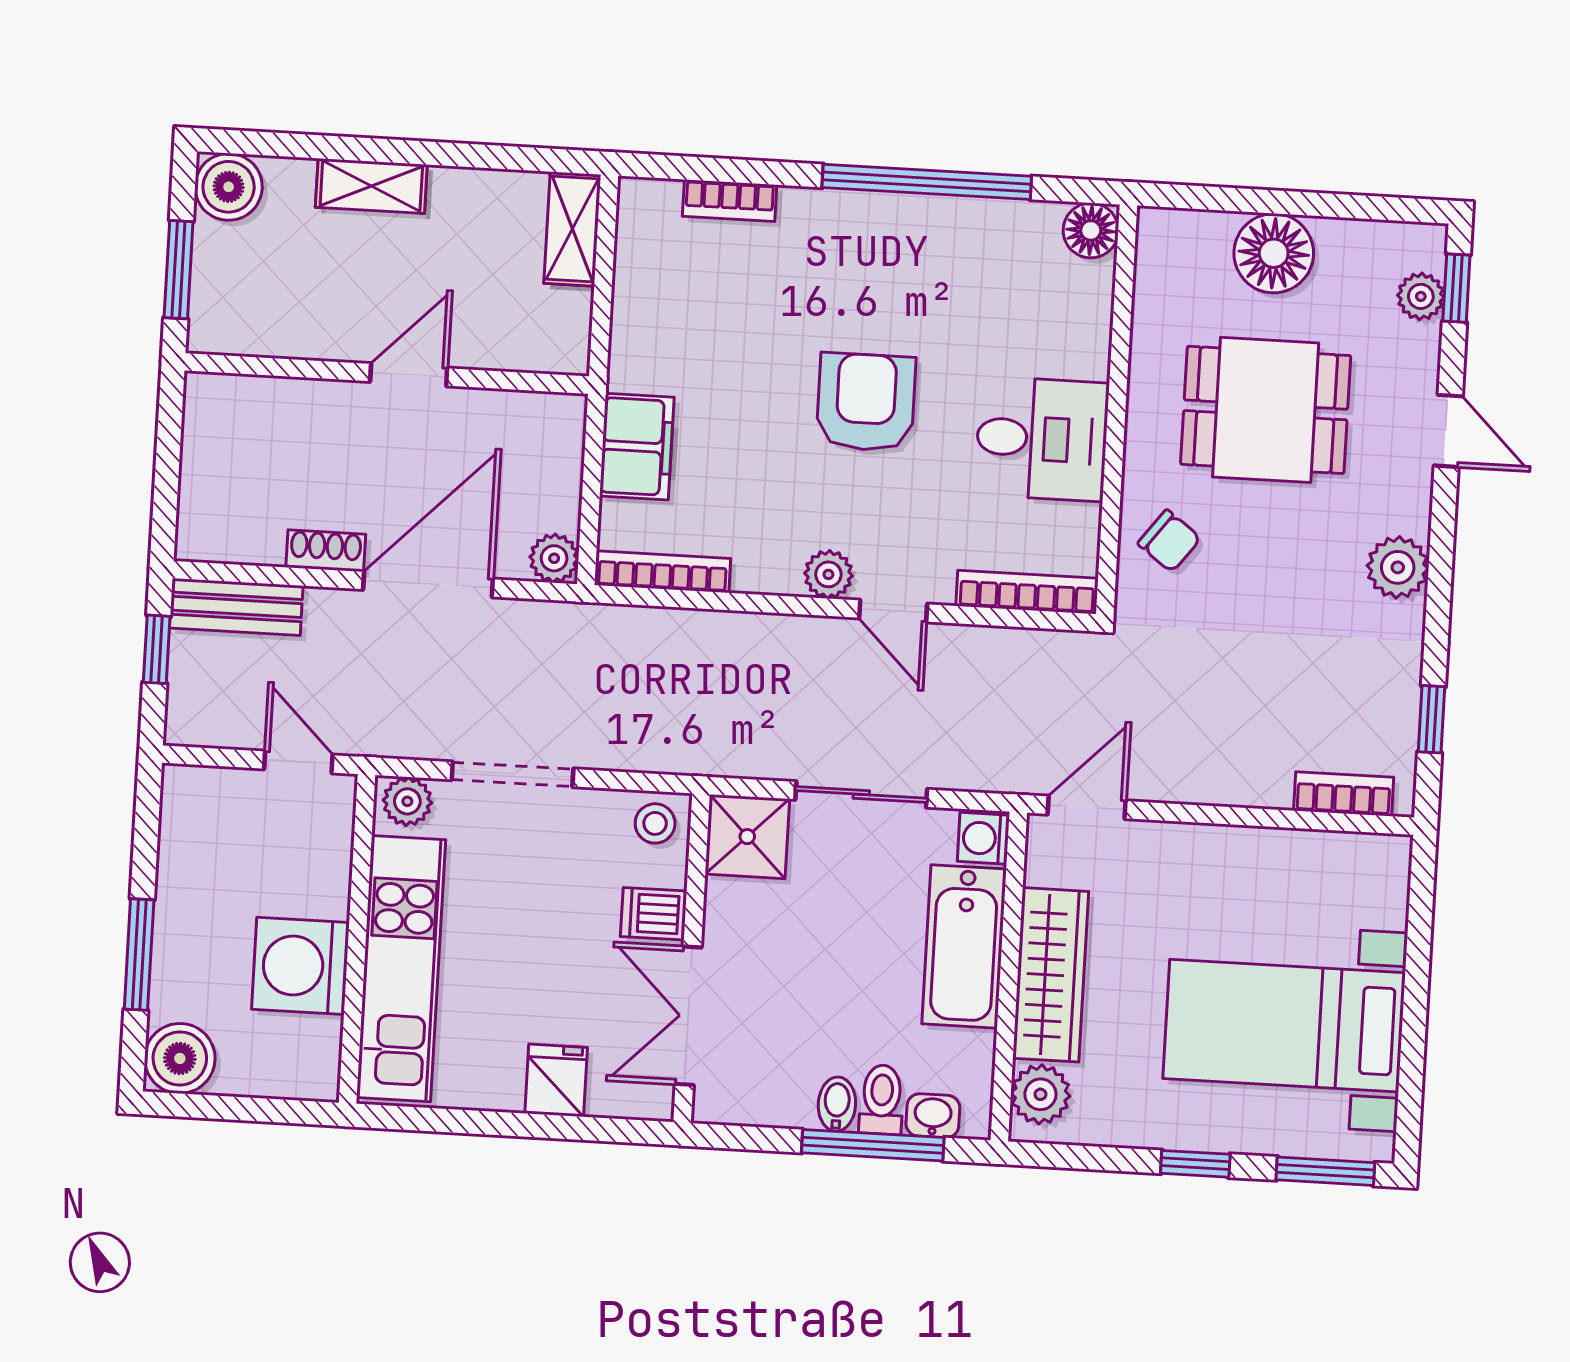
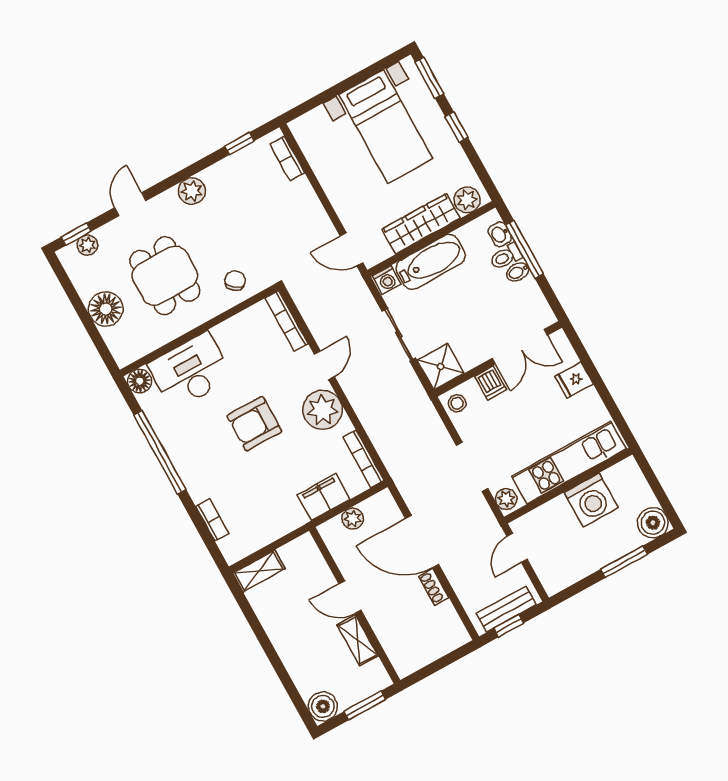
shelving: (371, 186) -> (358, 640), moved
desk: (1042, 439) -> (190, 371), moved, width x1.37
plant: (554, 558) -> (353, 519), moved
plant: (828, 574) -> (322, 410), width x1.87, depth x1.87
bench: (236, 607) -> (506, 609), moved, turned 90

